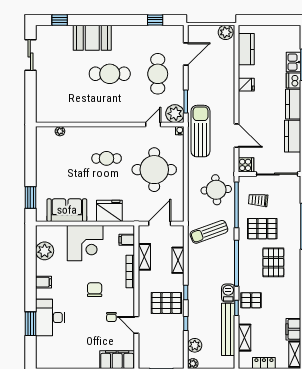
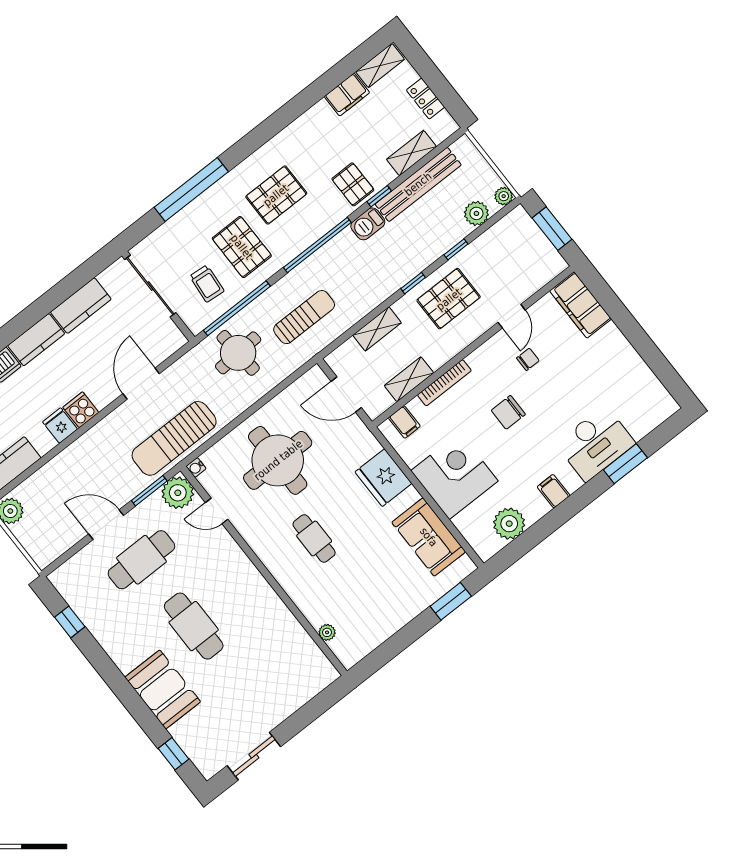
door: (186, 54) -> (106, 525), moved
cooker: (246, 165) -> (81, 410), moved
sun lounger: (209, 232) -> (304, 317), turned -70
pallet: (166, 303) -> (449, 299), turned 90

